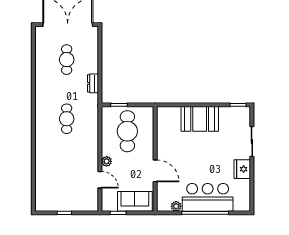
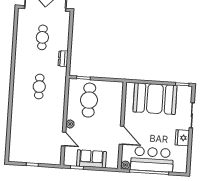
booth: (200, 119) -> (155, 99), width x1.36, depth x1.42
wall: (155, 159) -> (122, 125), moved
door: (155, 171) -> (121, 135), moved

